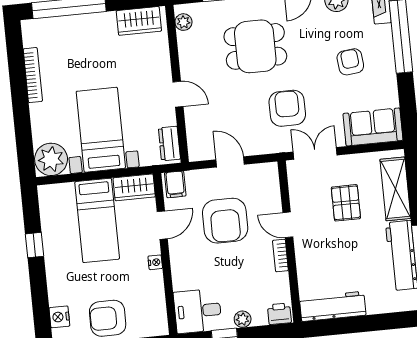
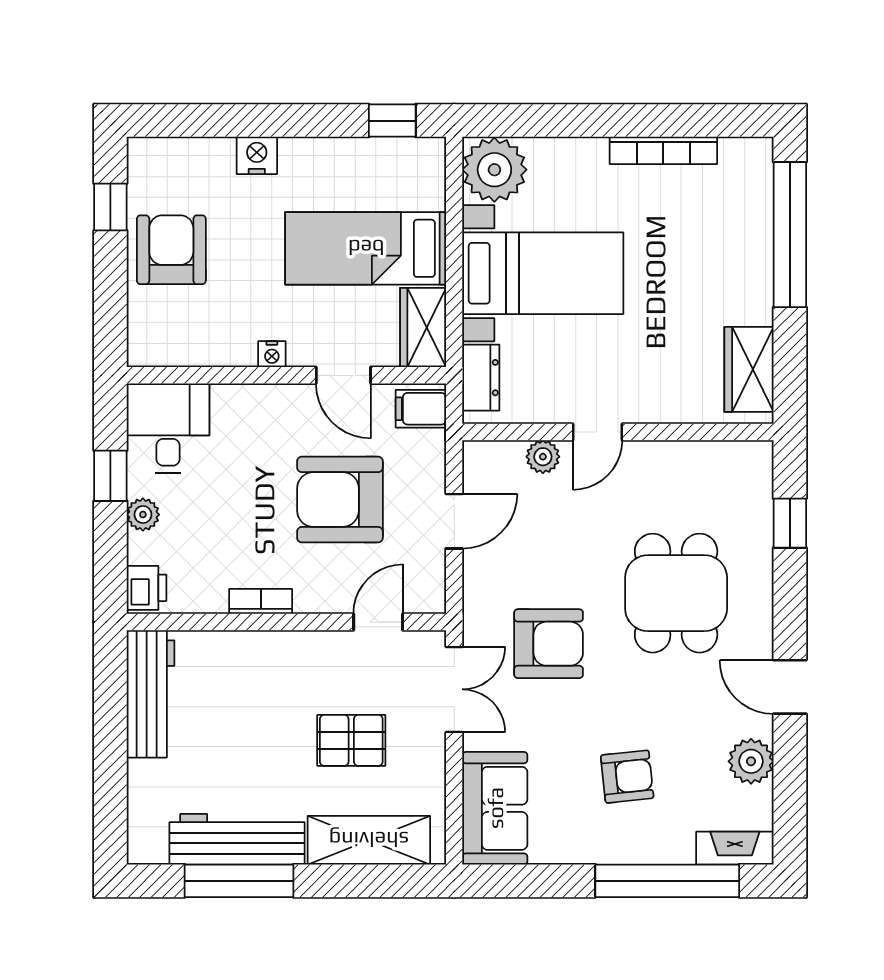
plant: (183, 22) -> (543, 457), moved
dresser: (169, 144) -> (481, 378), moved, turned 90
door: (288, 225) -> (378, 622), moved
window: (35, 245) -> (392, 121), moved
nightstand: (59, 317) -> (257, 155), moved

